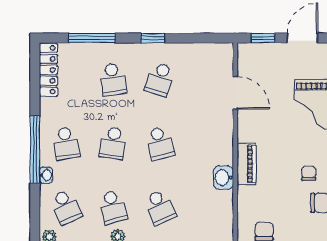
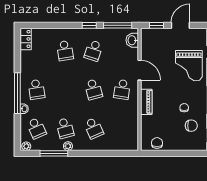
window: (92, 38) -> (118, 25), moved
locker: (48, 70) -> (26, 39), width x0.66
door: (235, 93) -> (139, 70), moved
school desk: (113, 143) -> (122, 89), moved
washbasin: (223, 178) -> (132, 40), moved

